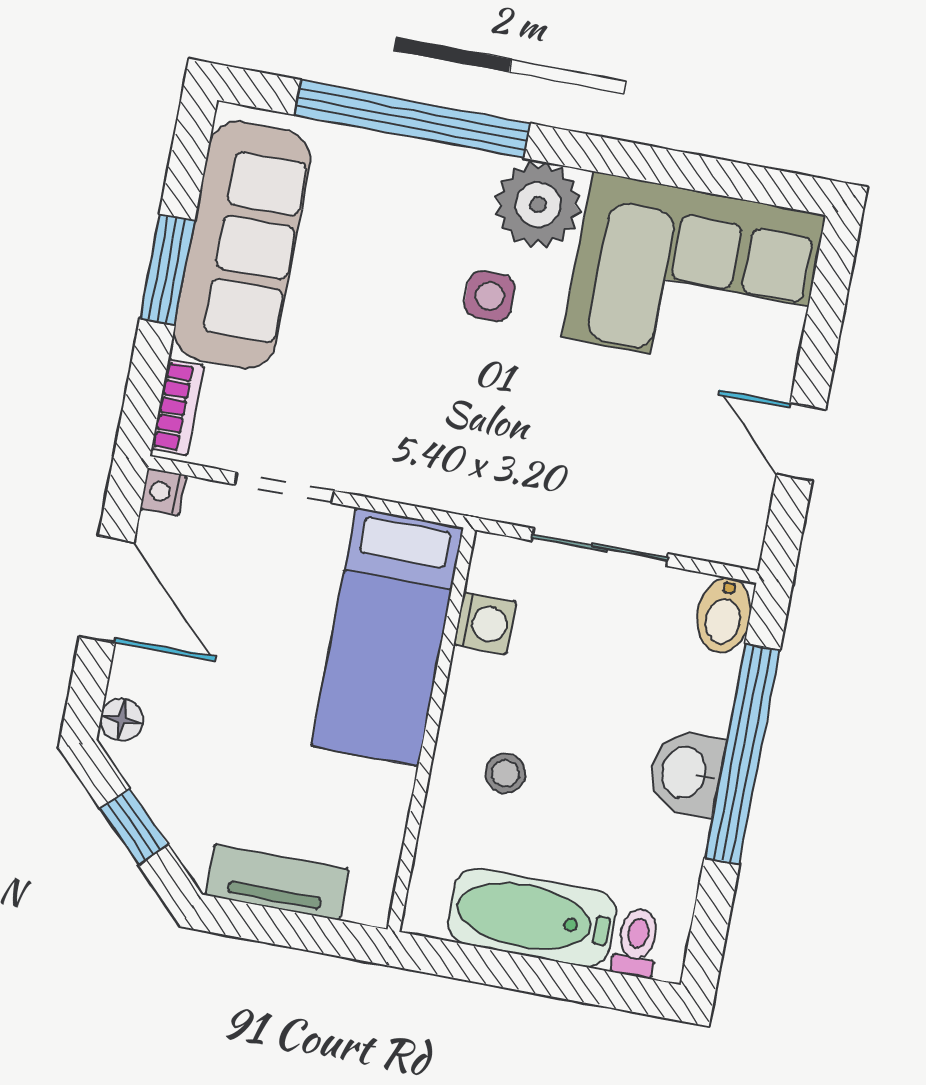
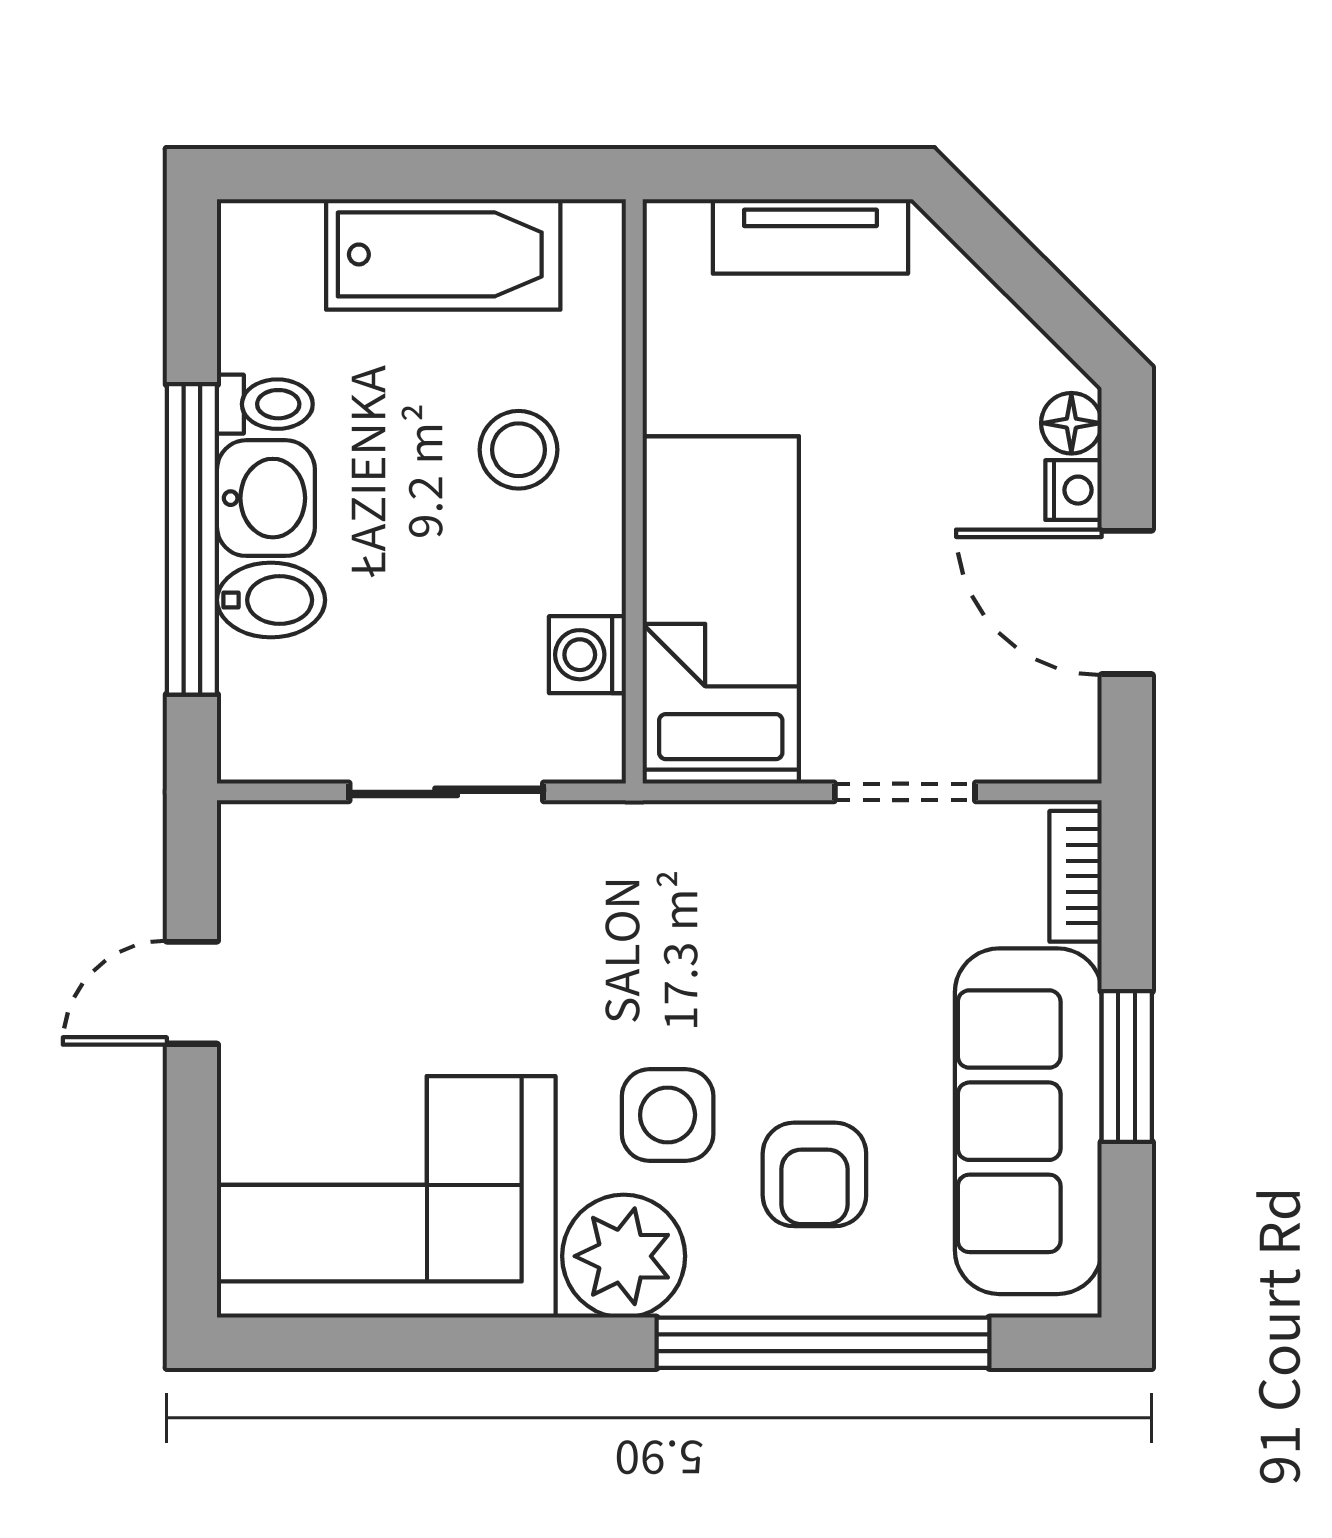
armchair: (396, 236) -> (814, 1174), added
side table: (490, 296) -> (668, 1115), width x1.37, depth x1.37
door: (801, 442) -> (192, 993), swing flipped
nightstand: (163, 492) -> (1074, 490), moved
bidet: (724, 615) -> (271, 600), moved, turned 90
stool: (506, 773) -> (519, 450), width x1.37, depth x1.37
window: (134, 827) -> (1026, 277), removed
toilet: (637, 943) -> (265, 404), moved, turned -90

